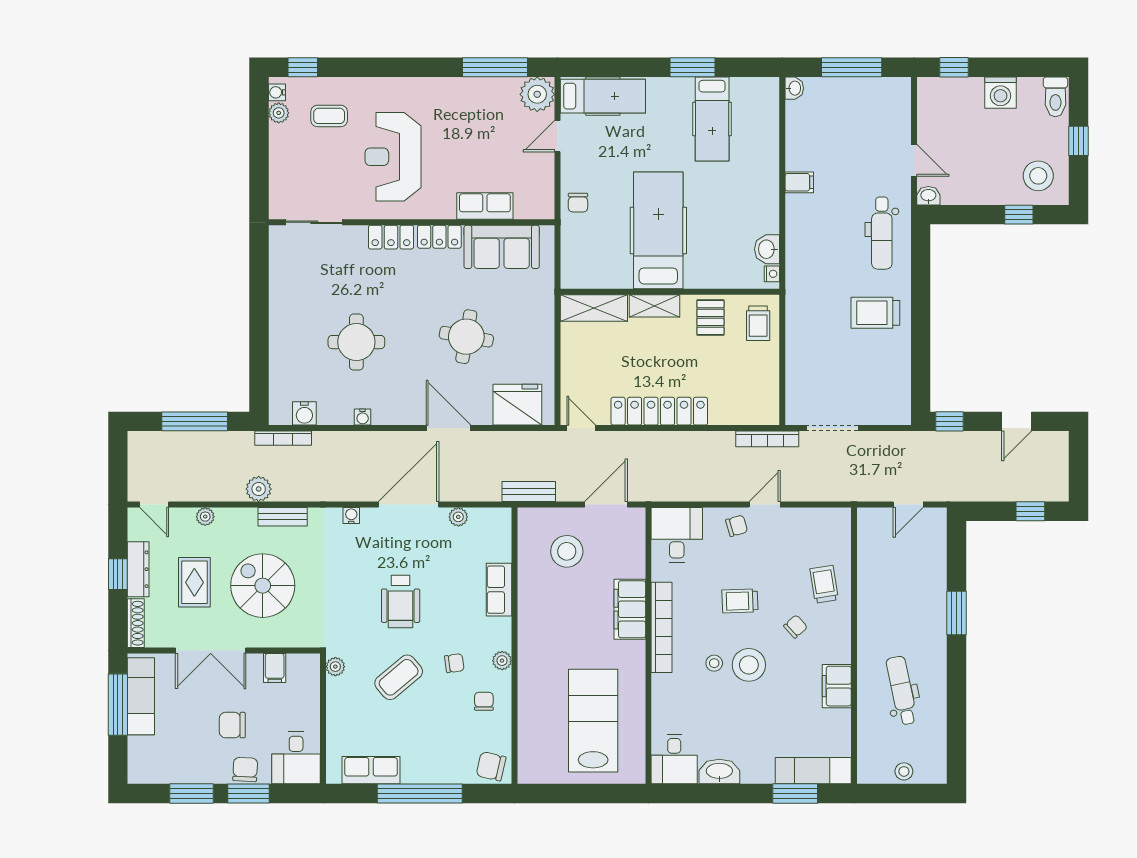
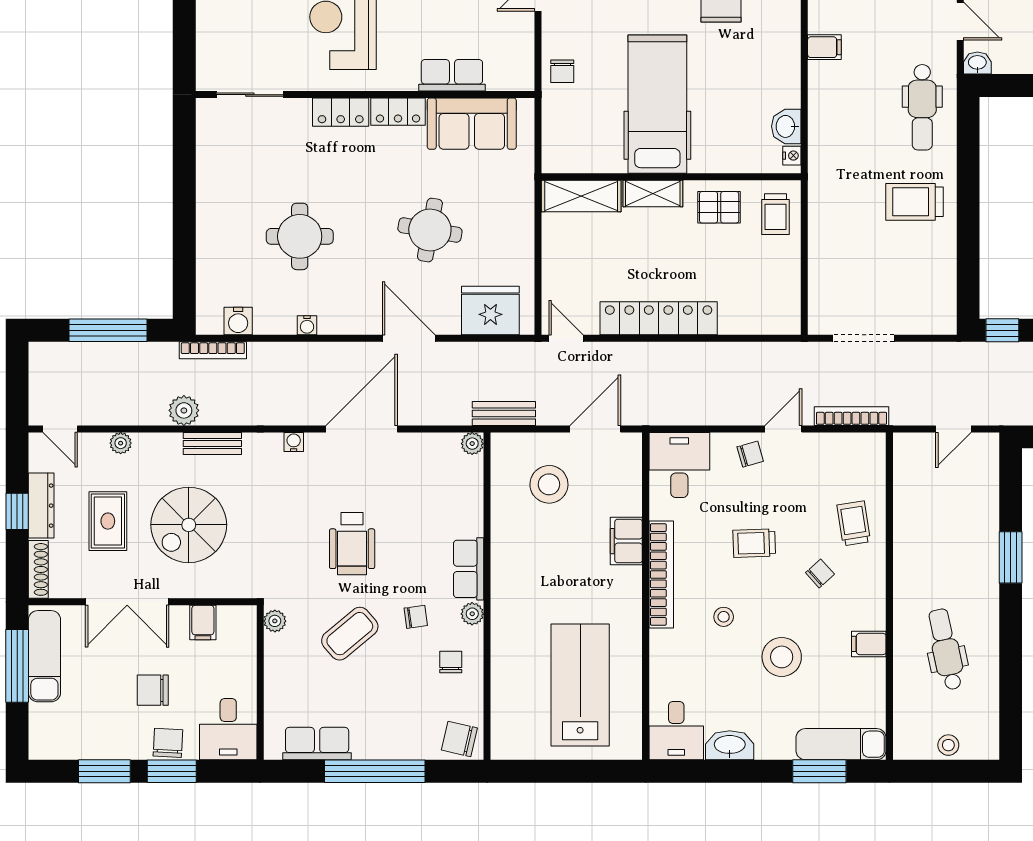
pallet: (710, 317) -> (719, 207), turned 90
bookcase: (767, 439) -> (852, 416), moved, turned 180
plant: (458, 517) -> (472, 444), moved
spiral stairs: (263, 586) -> (189, 525), turned -90
row of seats: (499, 590) -> (469, 569), moved
filing cabinet: (630, 609) -> (626, 541), width x0.67, depth x0.86
stool: (749, 665) -> (782, 657), moved
filing cabinet: (837, 686) -> (869, 644), width x0.50

